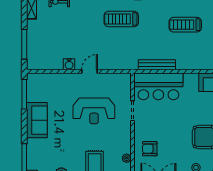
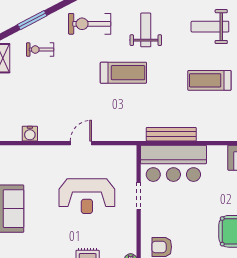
treadmill: (121, 19) -> (123, 73), turned 180
water cooler: (69, 64) -> (30, 134), moved

